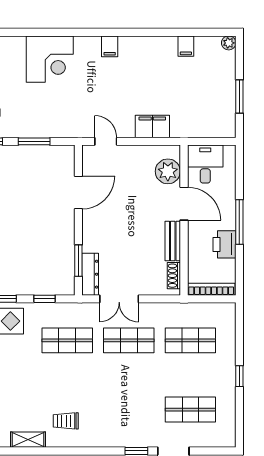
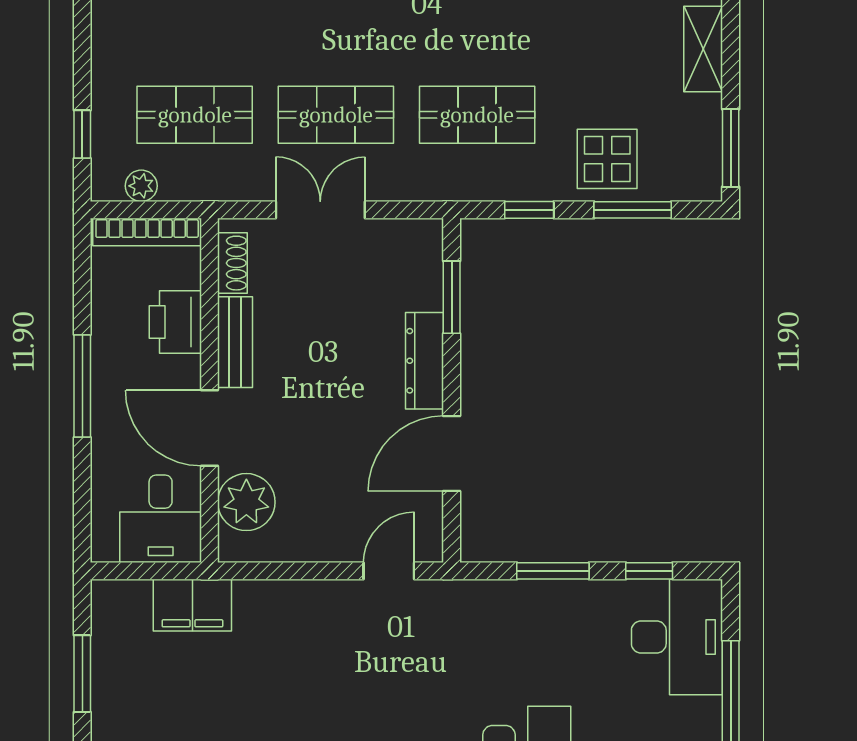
filing cabinet: (152, 126) -> (192, 605), moved
door: (106, 141) -> (389, 571), swing flipped
printer: (224, 244) -> (175, 322), moved, turned 180
dresser: (90, 274) -> (424, 361), moved
double door: (119, 299) -> (320, 210), moved
plant: (214, 309) -> (141, 186), added
window: (239, 376) -> (82, 134), moved

